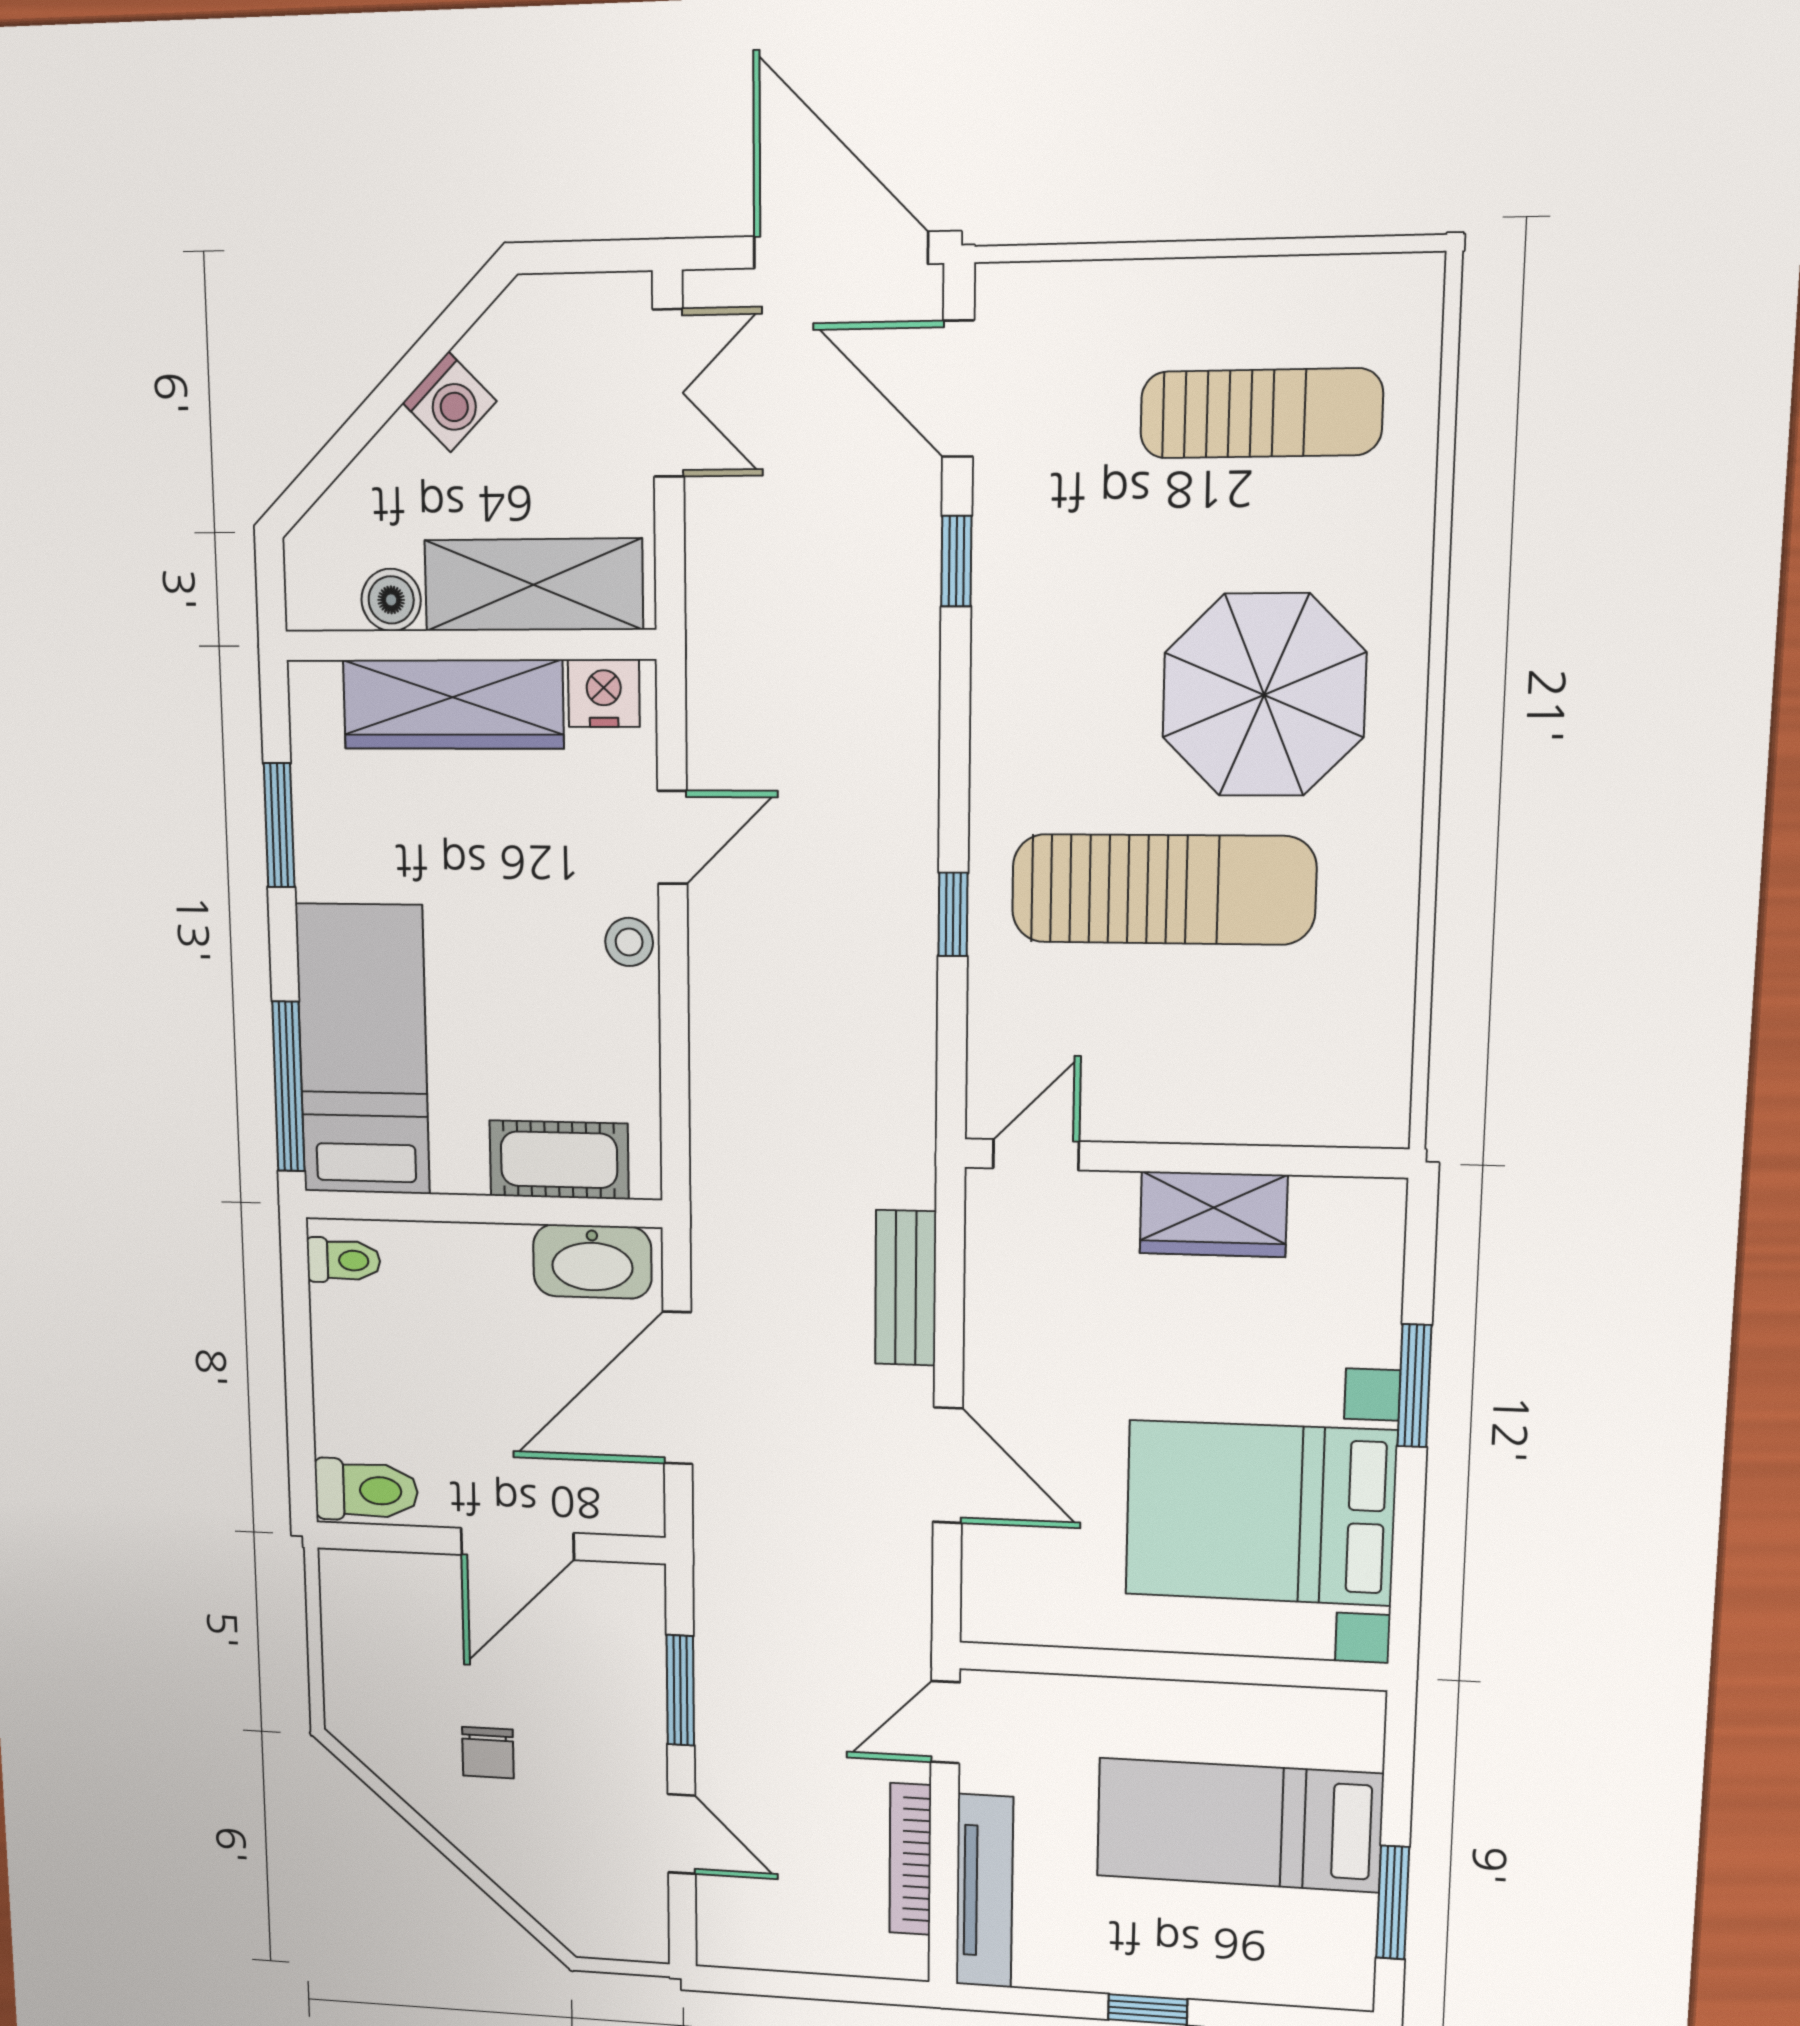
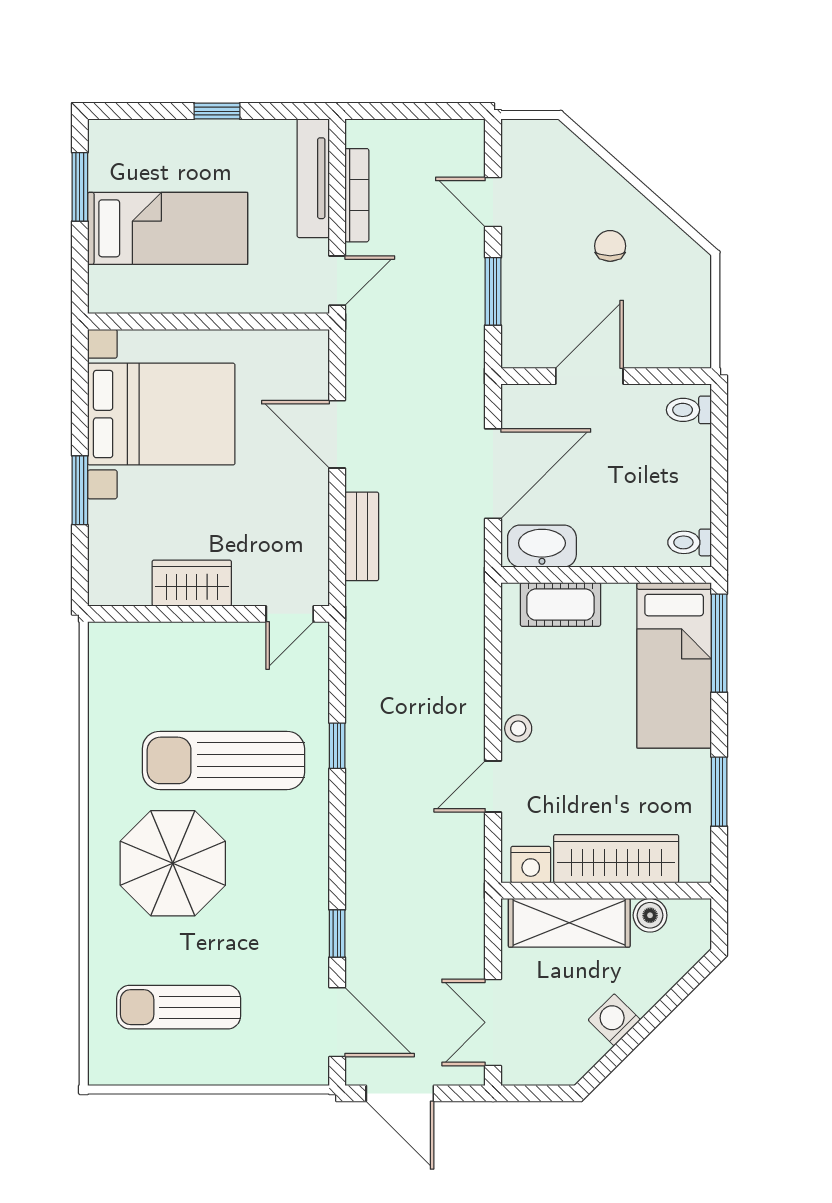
door: (841, 250) -> (400, 1093), width x0.73
toilet: (366, 1490) -> (689, 410), width x0.73, depth x0.72

